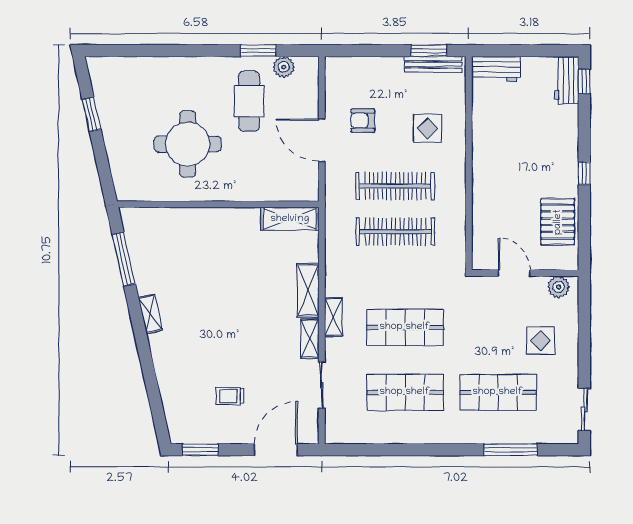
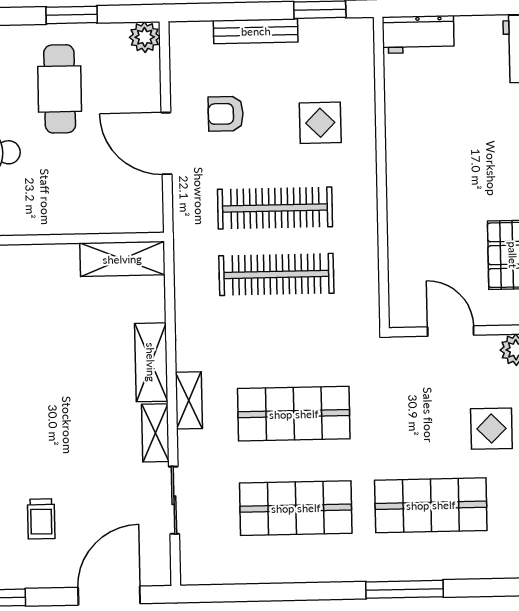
bench: (433, 64) -> (256, 31), moved
plant: (284, 67) -> (145, 37), moved
trolley: (230, 396) -> (41, 519), turned -90
window: (511, 450) -> (405, 589), moved

